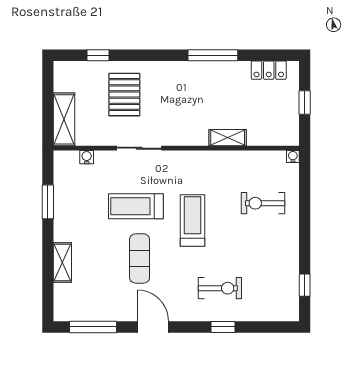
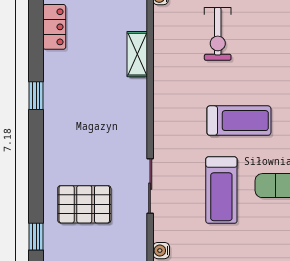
window: (213, 55) -> (36, 96), width x0.46
shelving: (228, 138) -> (137, 54), moved
treadmill: (192, 220) -> (239, 121), turned 180

